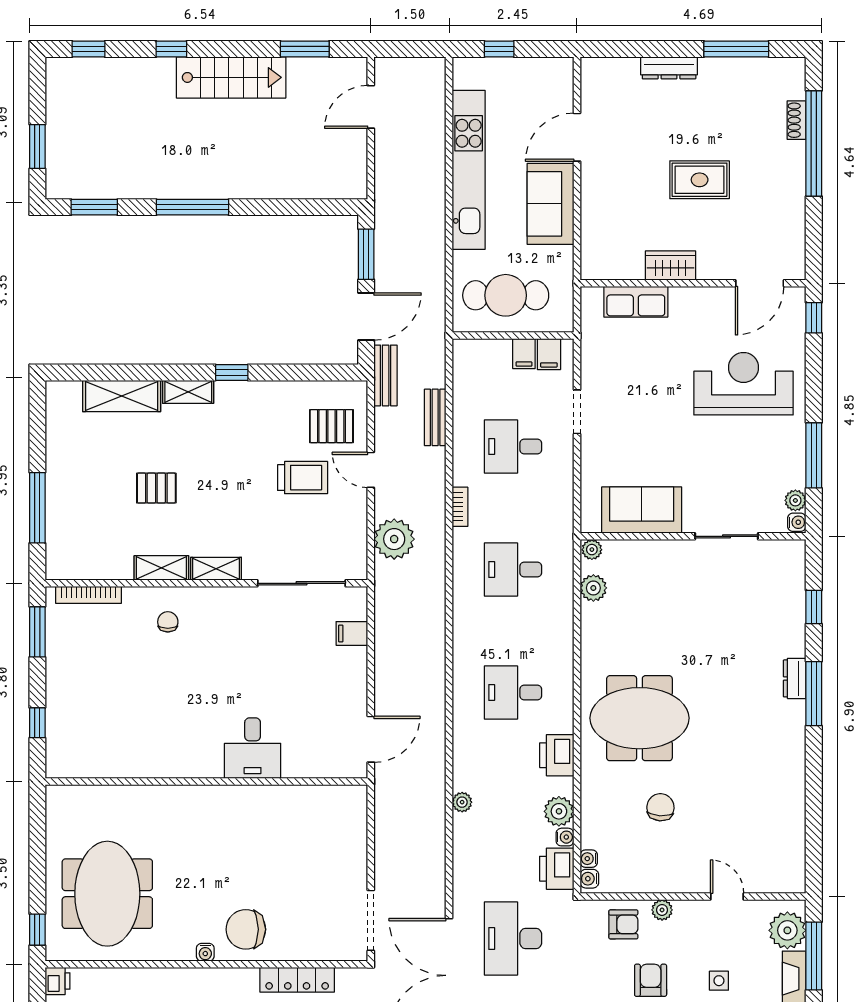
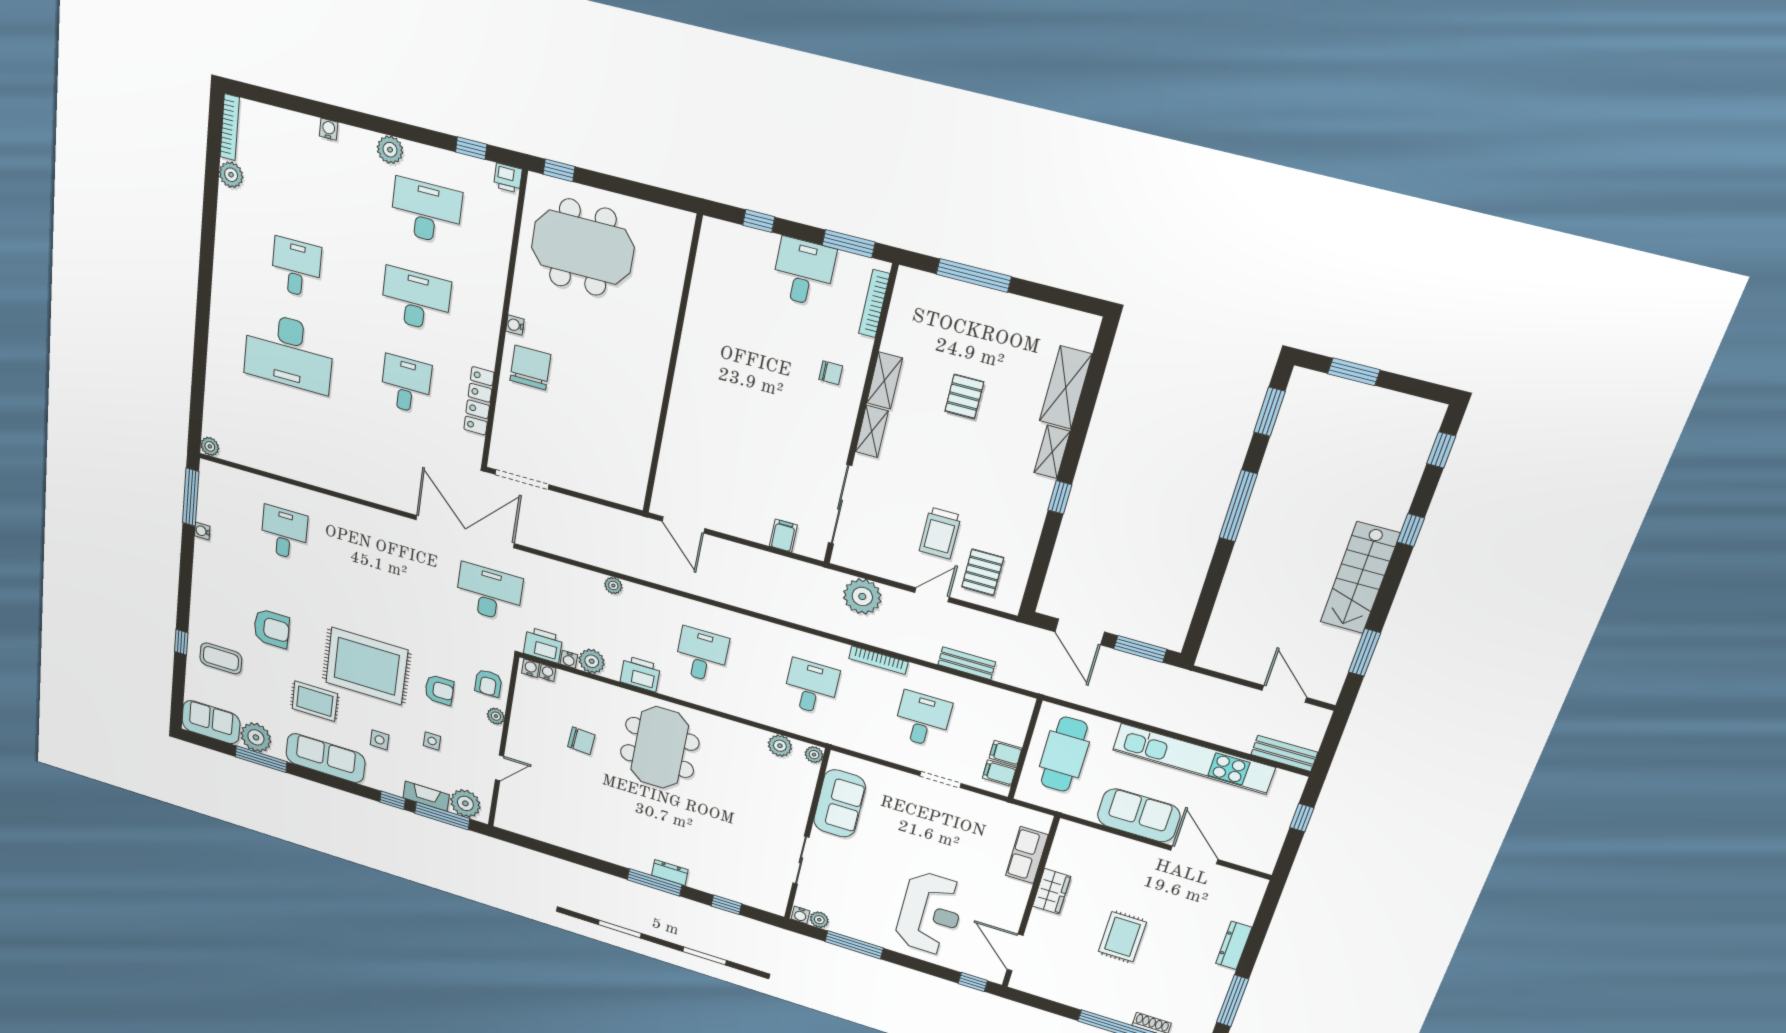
bench: (386, 375) -> (1284, 753), moved
bookcase: (460, 507) -> (878, 660), width x1.56
desk: (253, 748) -> (803, 272), moved, turned 90

